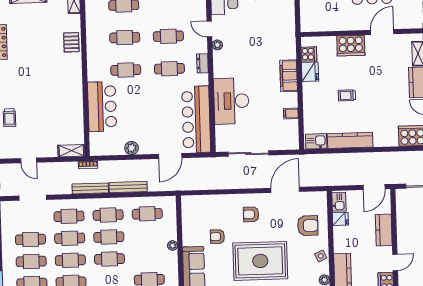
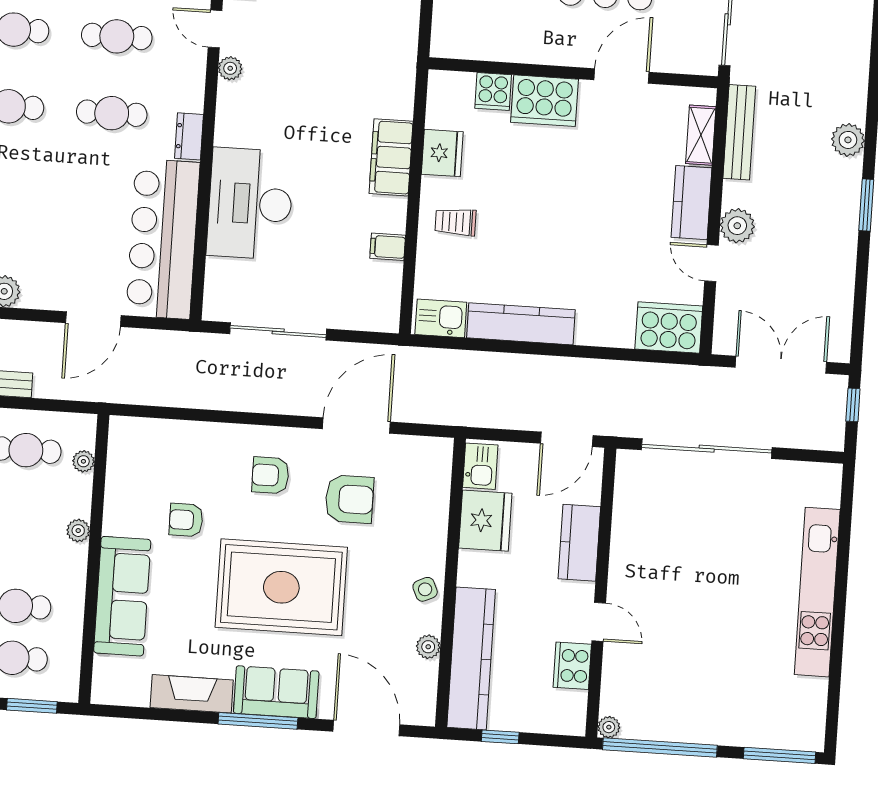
cooker: (309, 54) -> (493, 91), moved, turned 90
dresser: (202, 63) -> (189, 136), moved
trolley: (347, 95) -> (455, 222), moved
plant: (172, 216) -> (83, 461), added
fridge: (340, 219) -> (485, 521), width x1.88, depth x1.34
armchair: (308, 226) -> (349, 499), moved
door: (395, 262) -> (599, 622), hinge flipped

